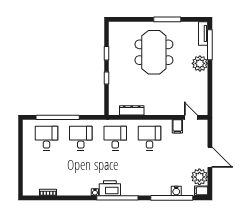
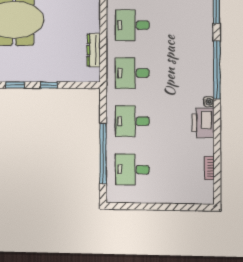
printer: (110, 188) -> (203, 123), moved

